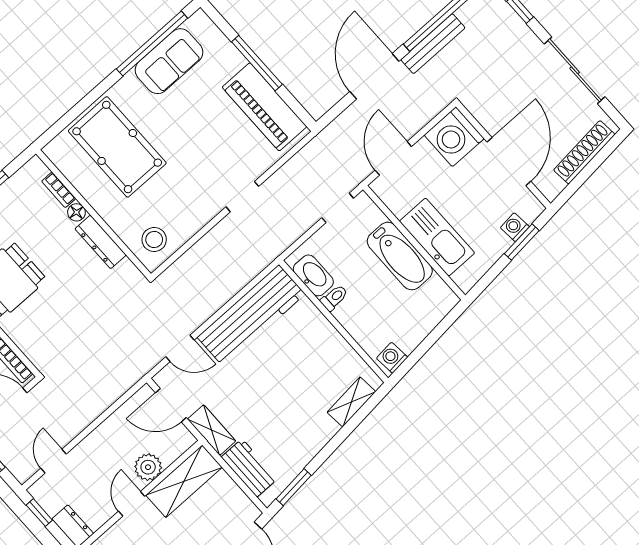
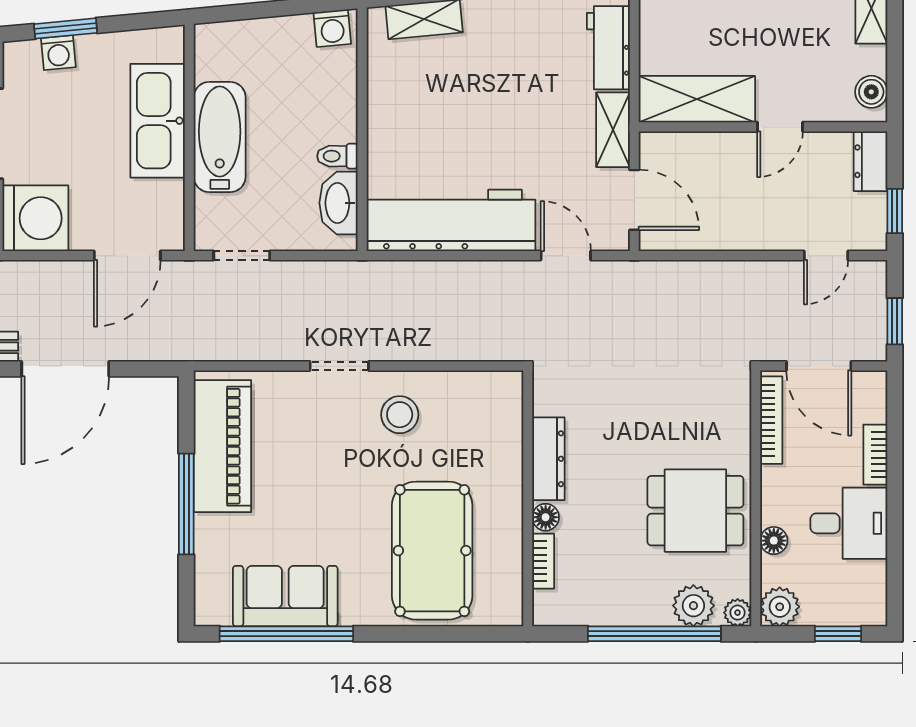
stool: (154, 240) -> (400, 415), moved
plant: (148, 467) -> (724, 152), removed

